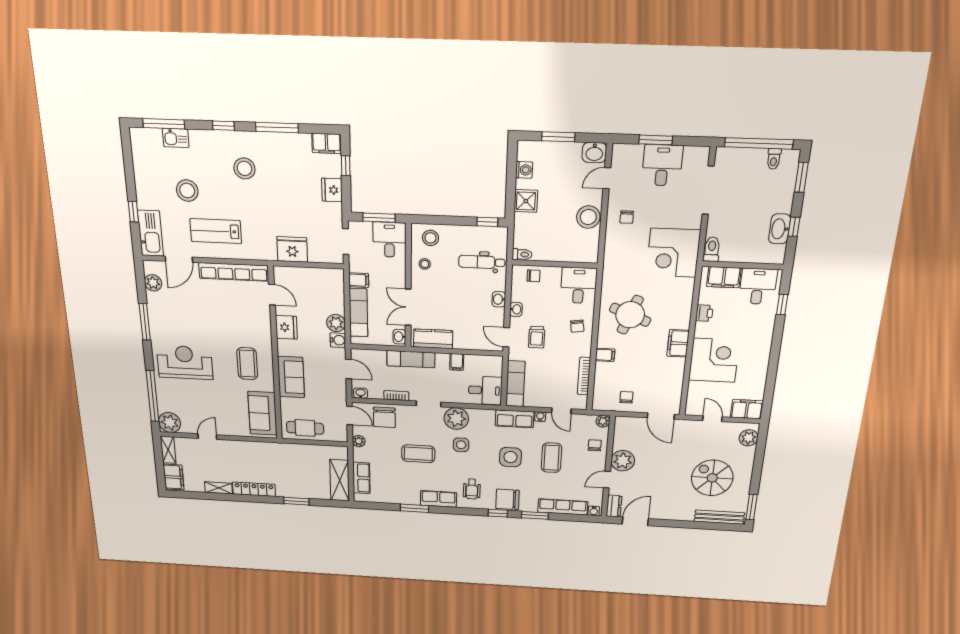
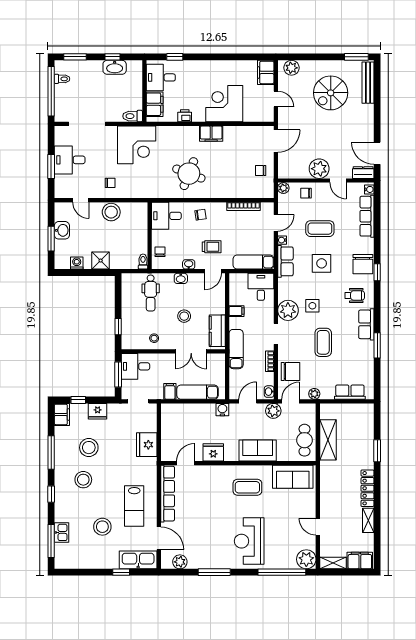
washbasin: (594, 153) -> (62, 230), moved
stool: (285, 177) -> (89, 448), added
window: (487, 222) -> (118, 327), moved
stool: (430, 238) -> (184, 316), moved
plant: (336, 323) -> (273, 411), moved
washbasin: (399, 337) -> (217, 359), removed
filing cabinet: (605, 355) -> (224, 191), removed
door: (712, 419) -> (276, 99), swing flipped
shelving: (340, 480) -> (328, 440), moved, turned 90
window: (535, 515) -> (377, 240), removed

